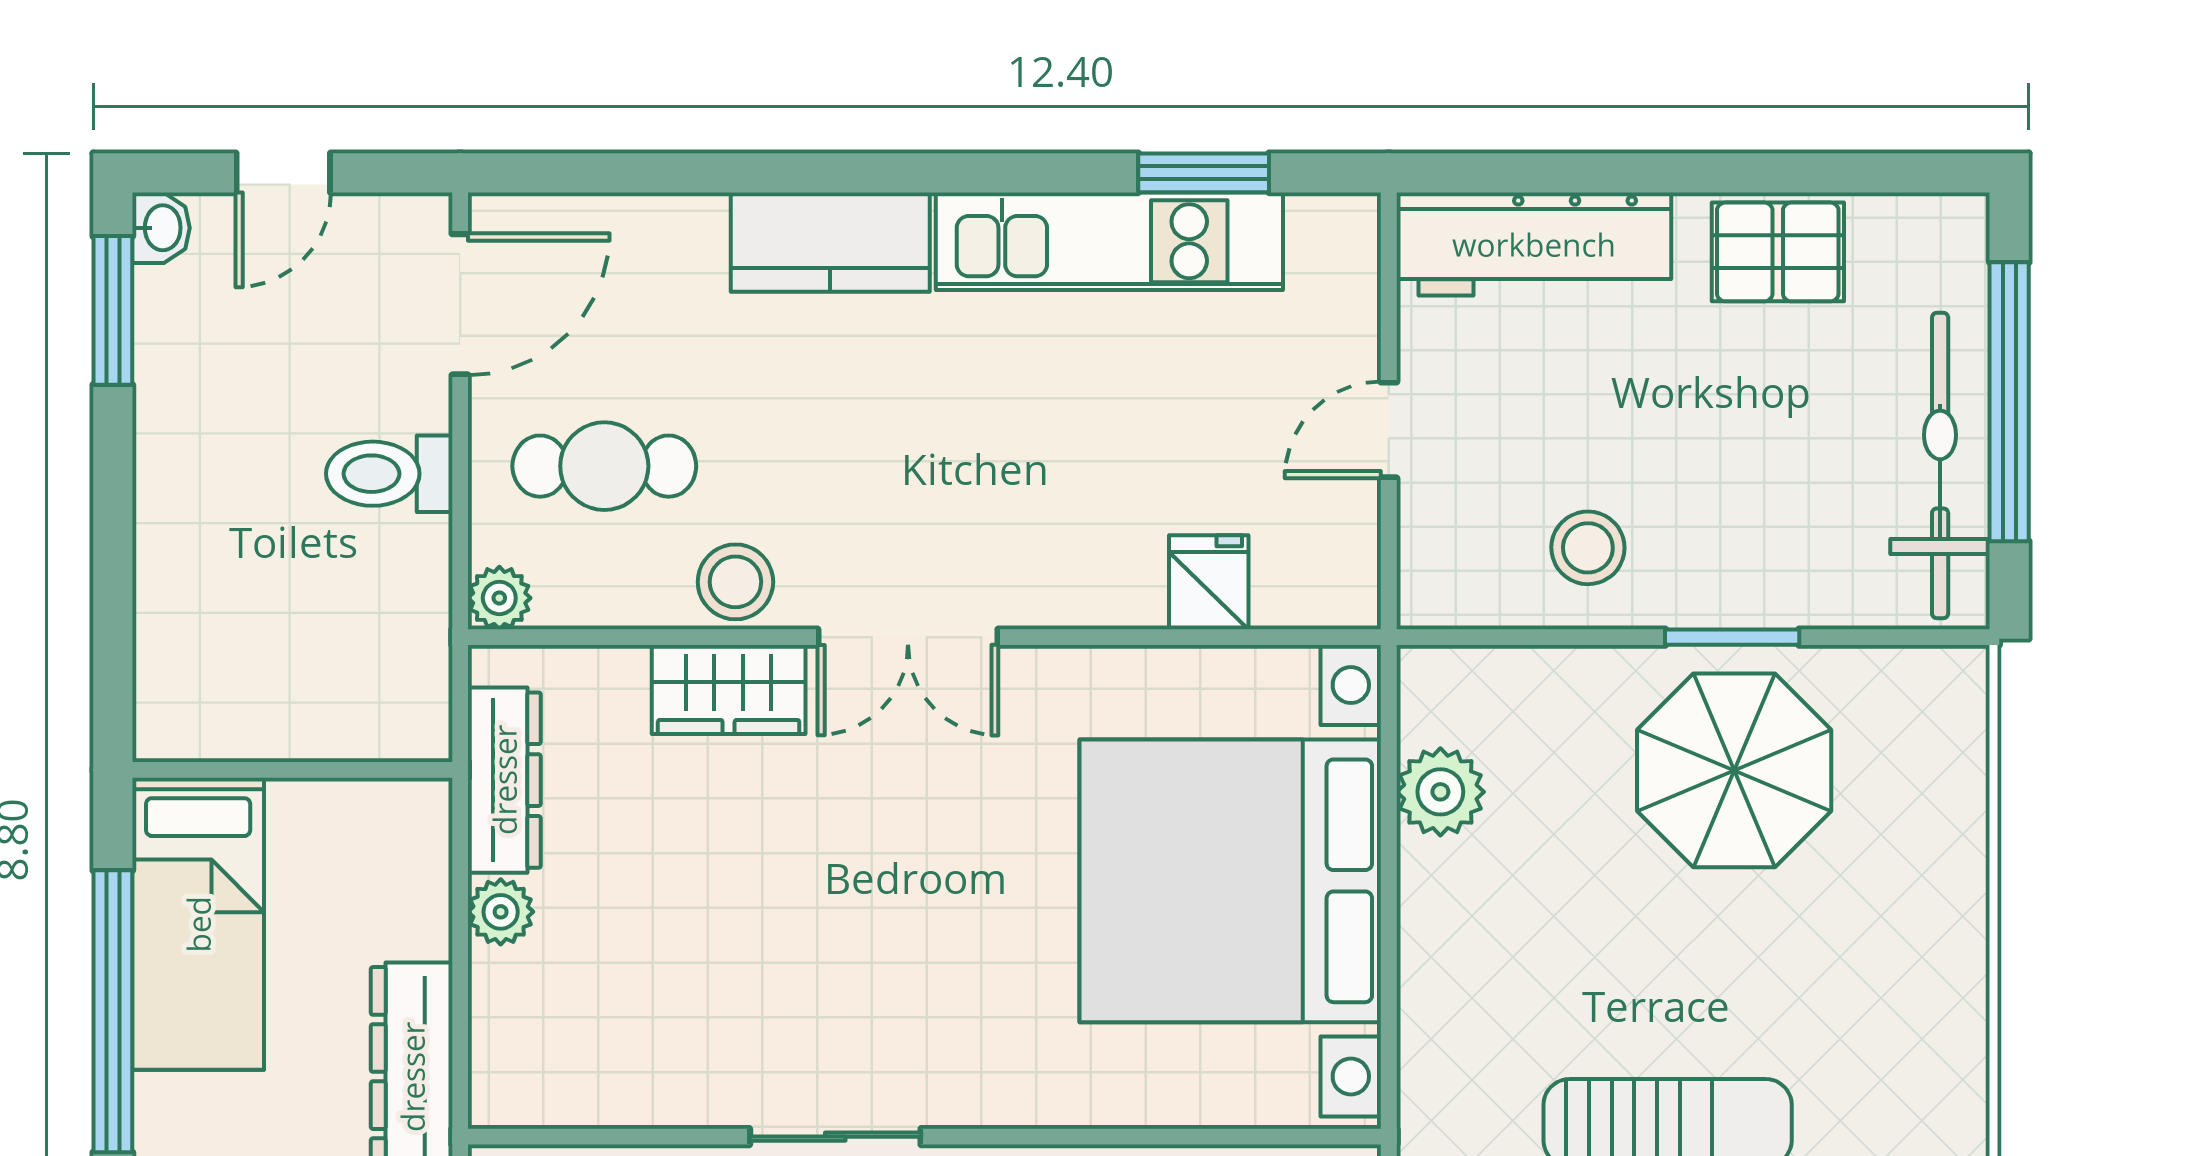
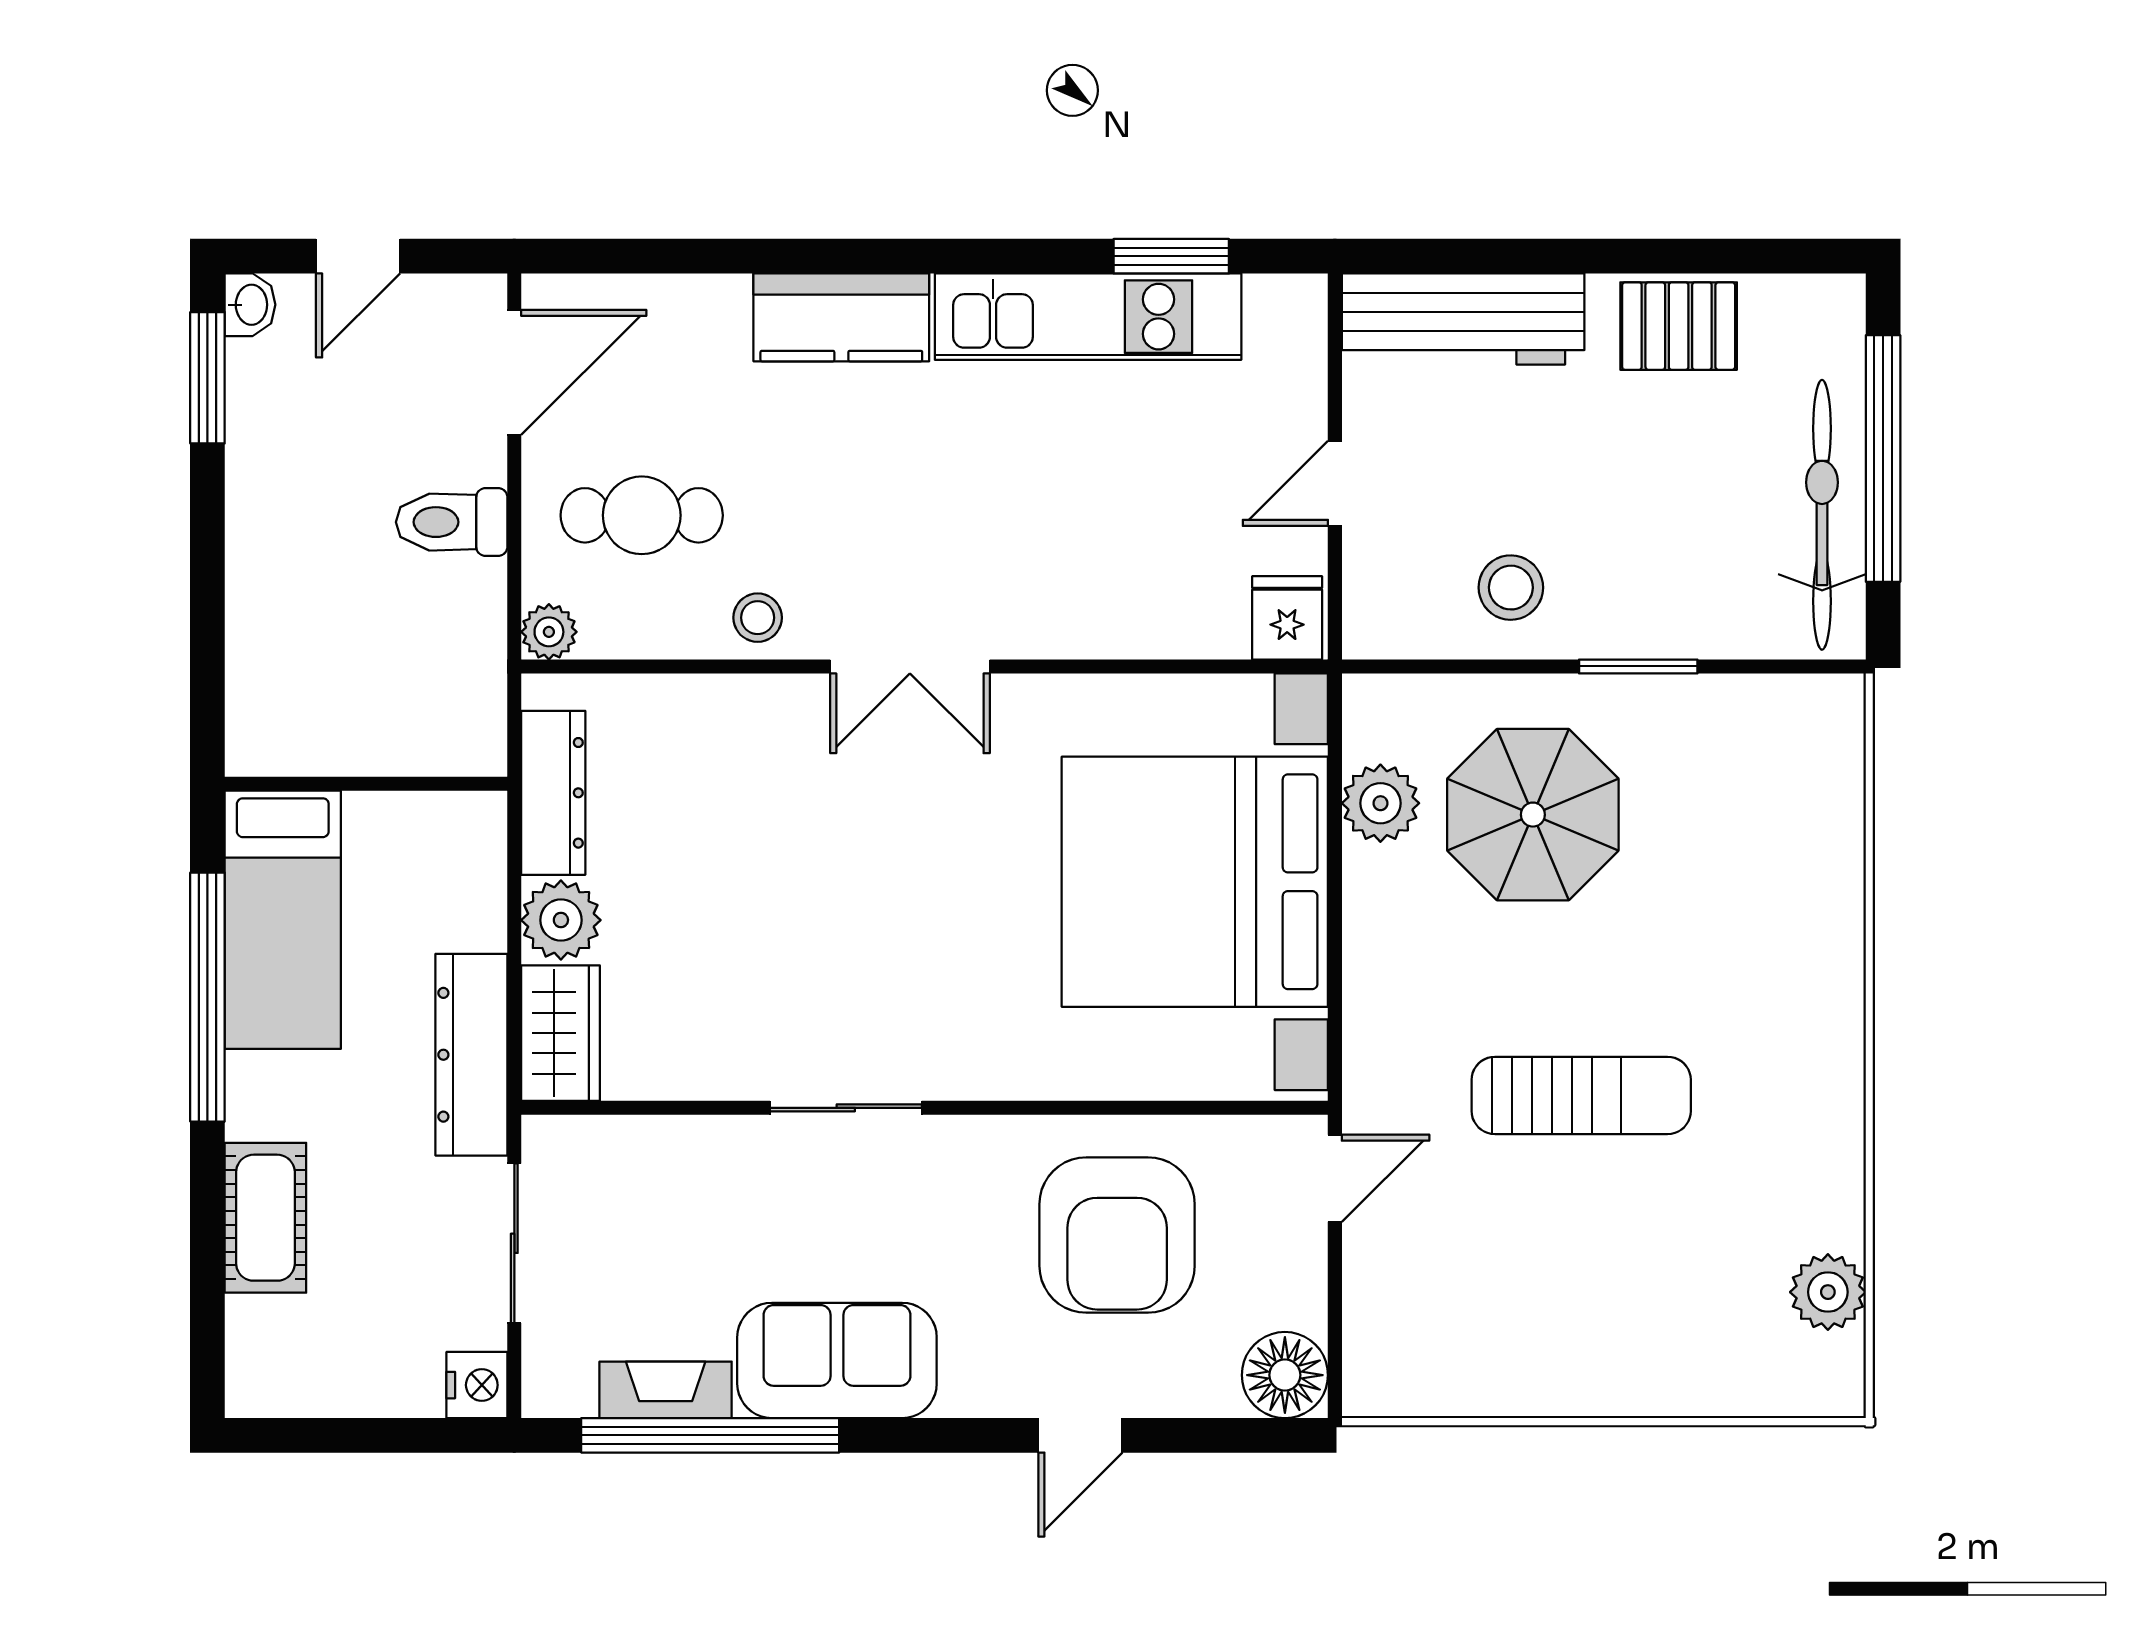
stool: (735, 582) -> (758, 618), width x0.73, depth x0.73
fridge: (1209, 582) -> (1287, 618), moved
wardrobe: (729, 689) -> (561, 1033), moved, turned -90
parasol: (1734, 770) -> (1533, 815), moved
plant: (501, 912) -> (561, 920), width x1.38, depth x1.38

